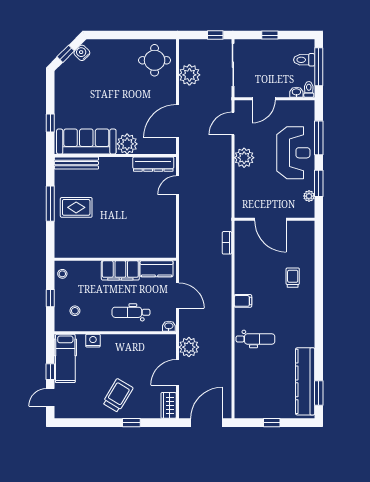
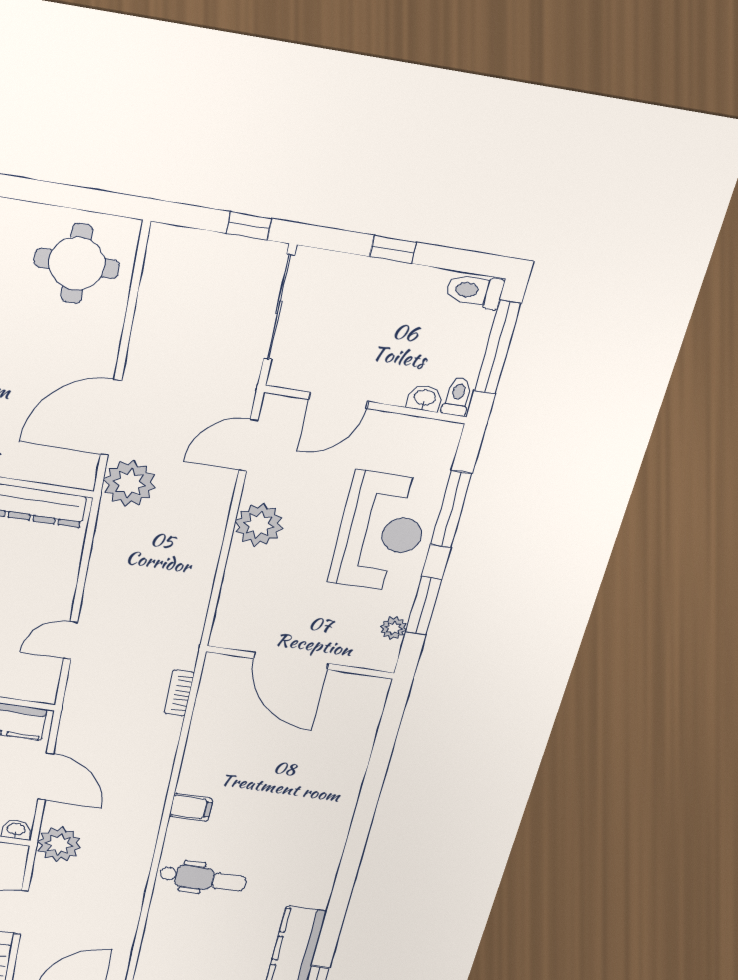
toilet: (304, 60) -> (474, 291), moved
plant: (189, 75) -> (129, 483), moved
door: (178, 185) -> (70, 640), moved
trolley: (293, 278) -> (313, 780), removed
plant: (189, 347) -> (59, 845), moved

